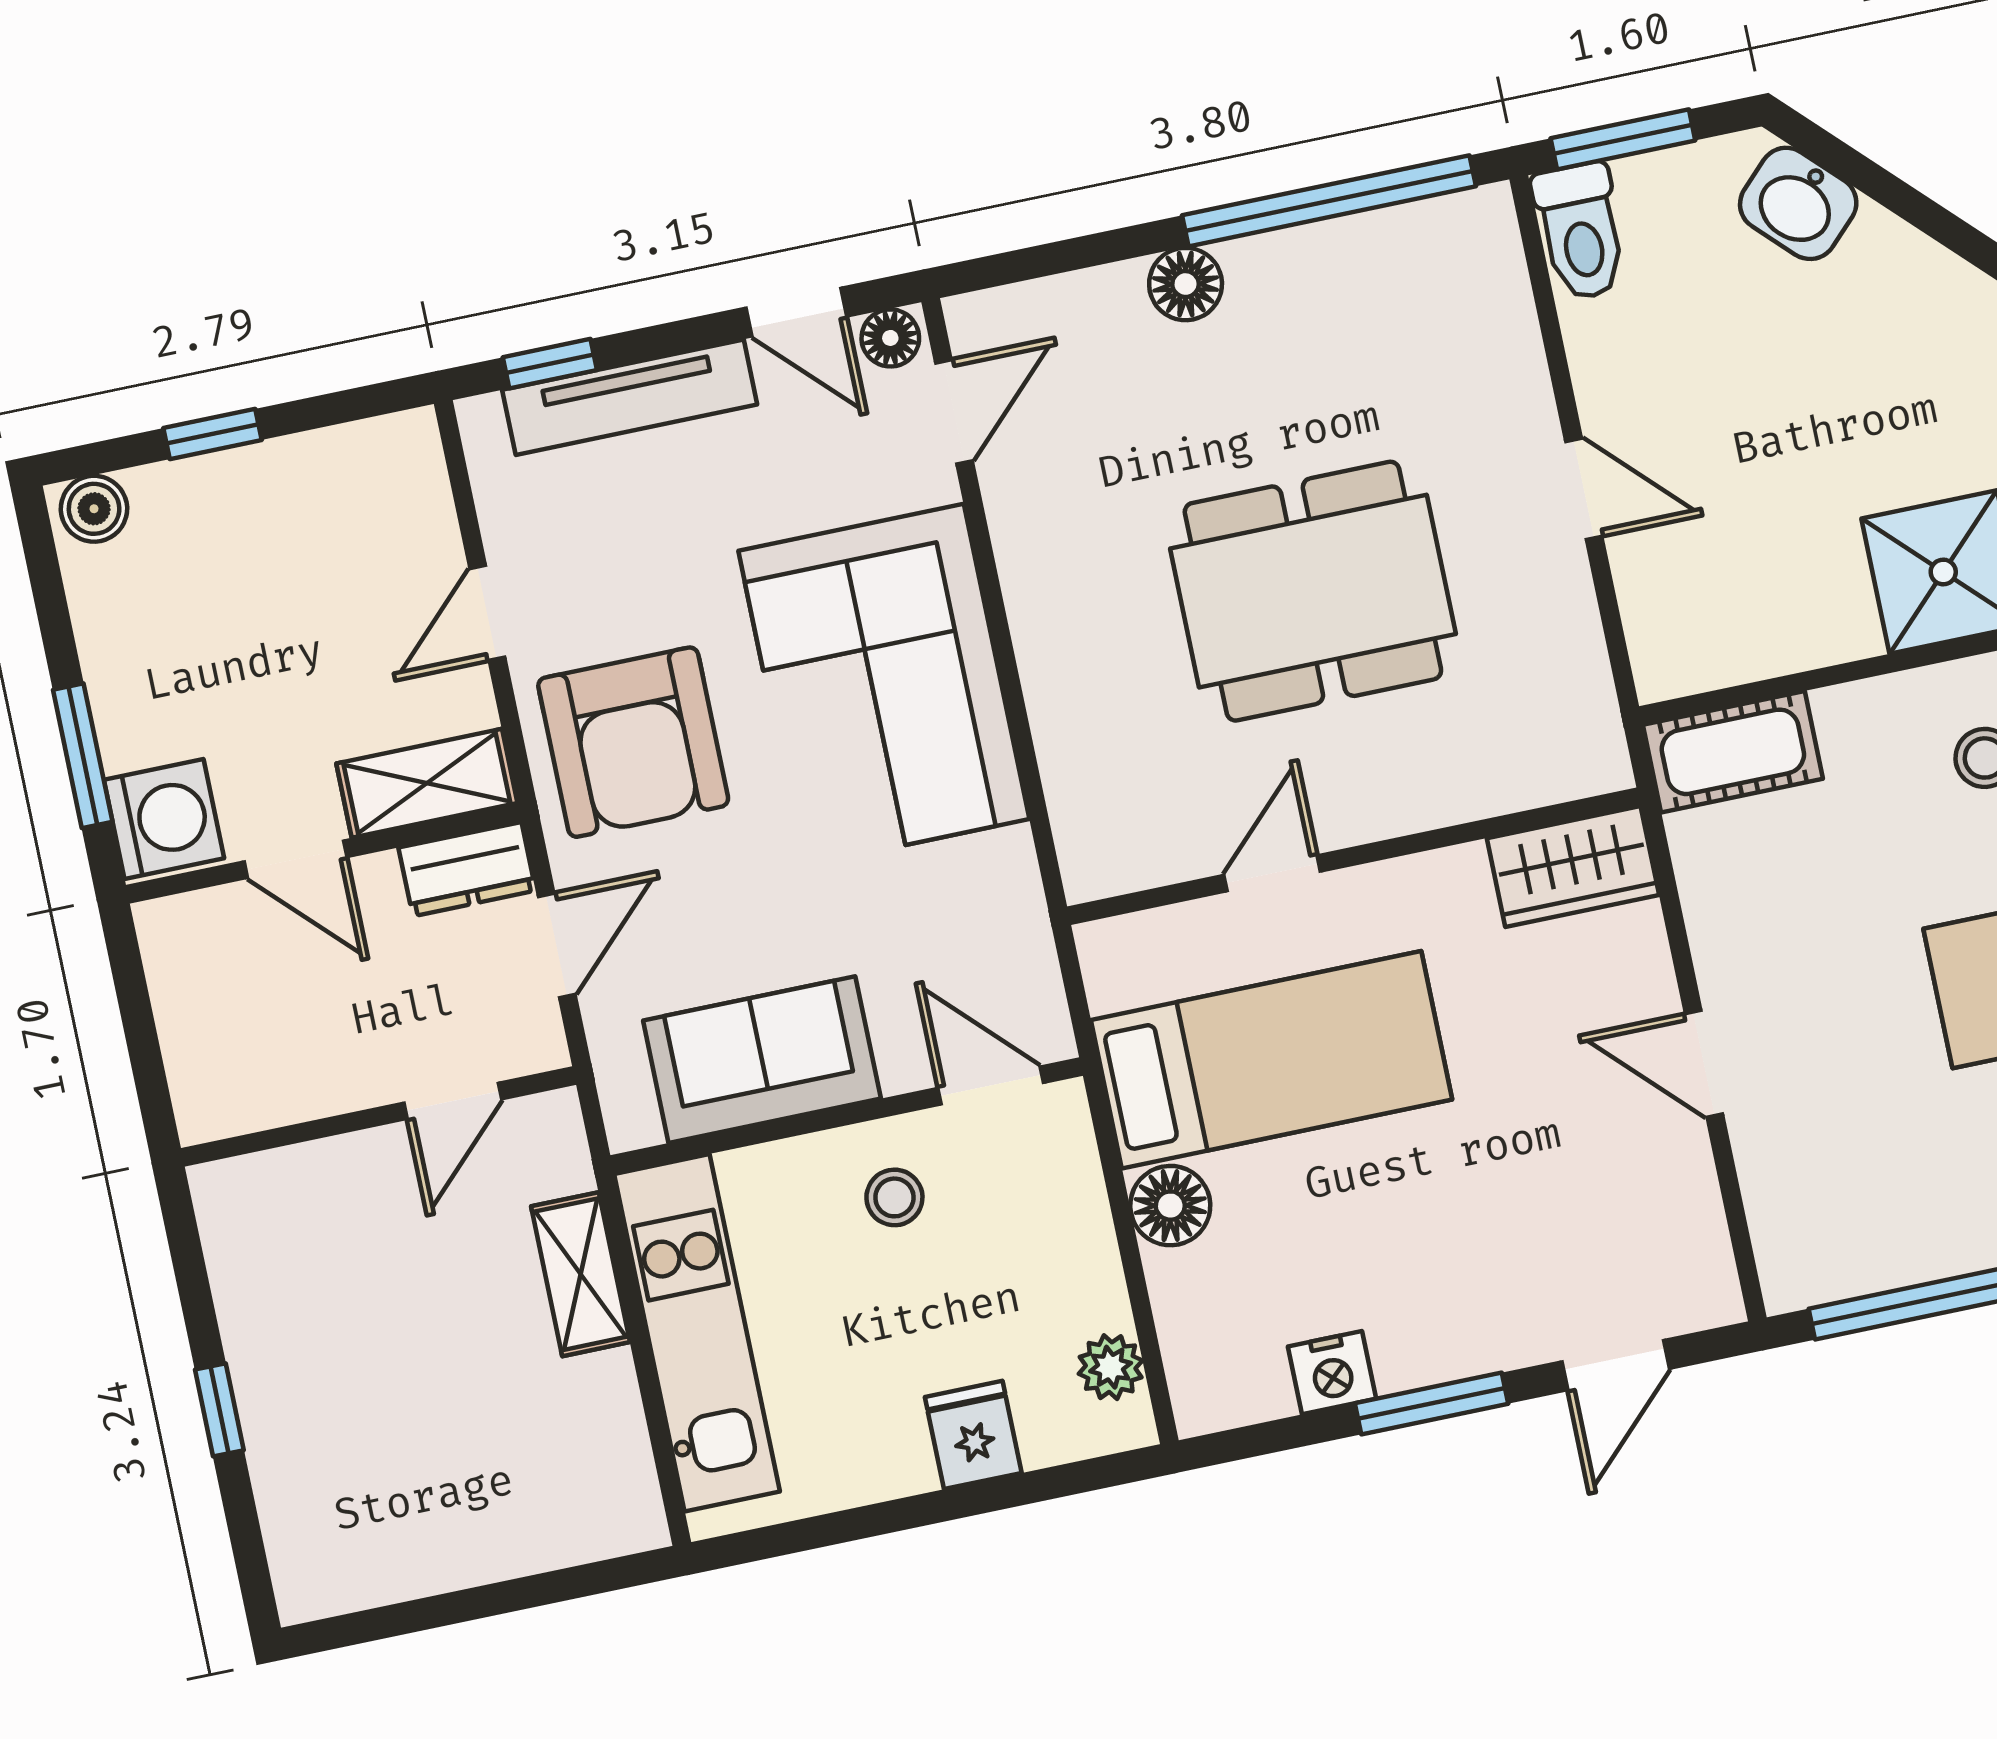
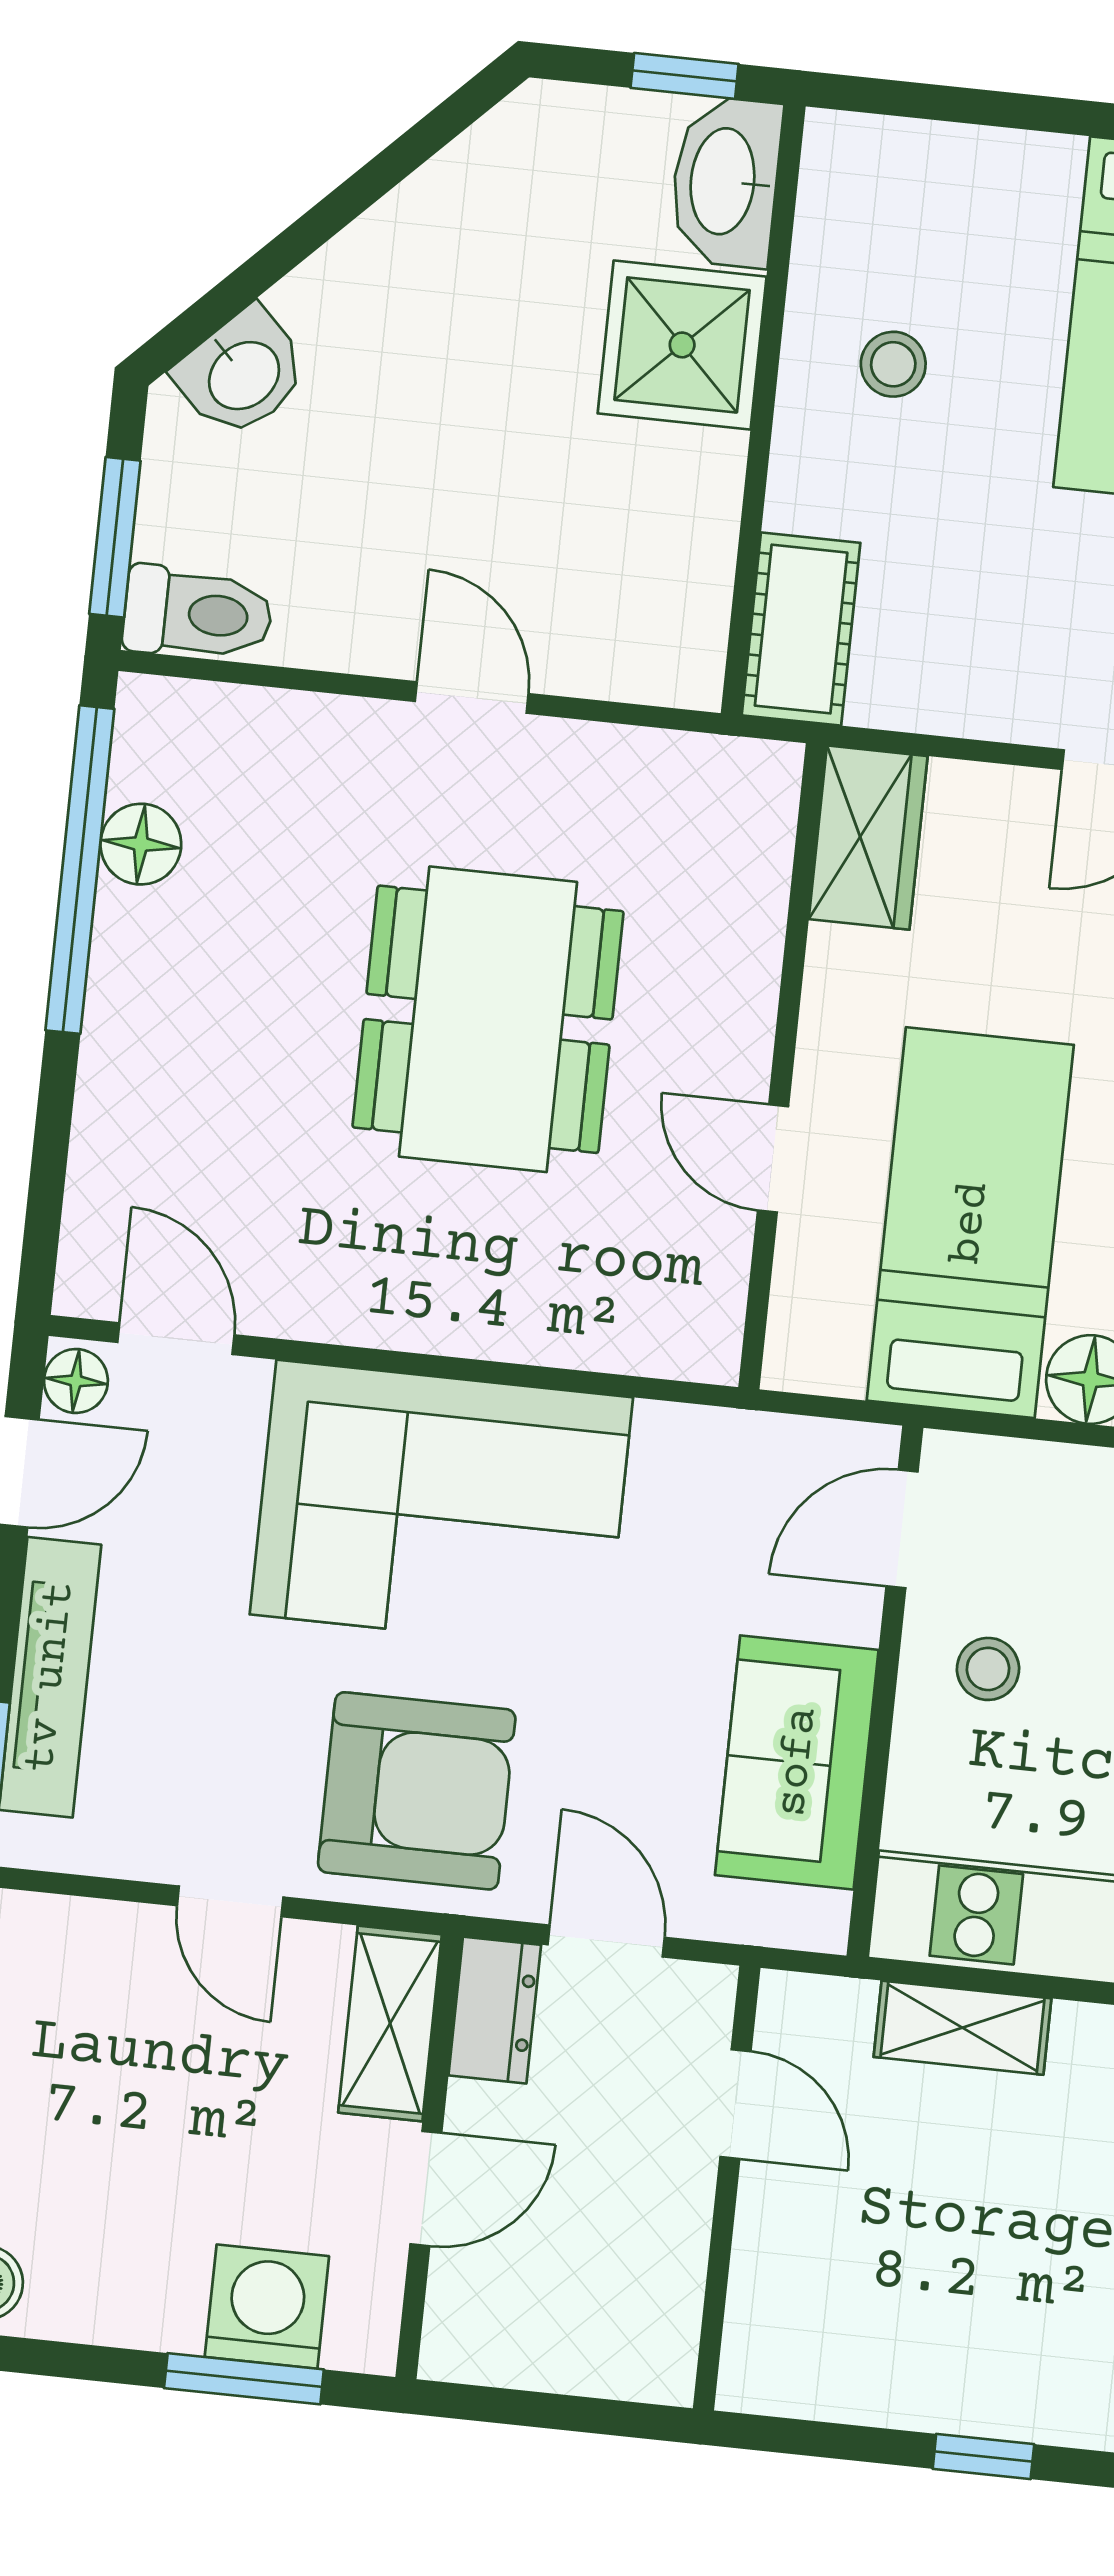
floor lamp: (1186, 284) -> (141, 844), moved
door: (1584, 489) -> (472, 697), hinge flipped
washing machine: (164, 819) -> (267, 2307), moved

